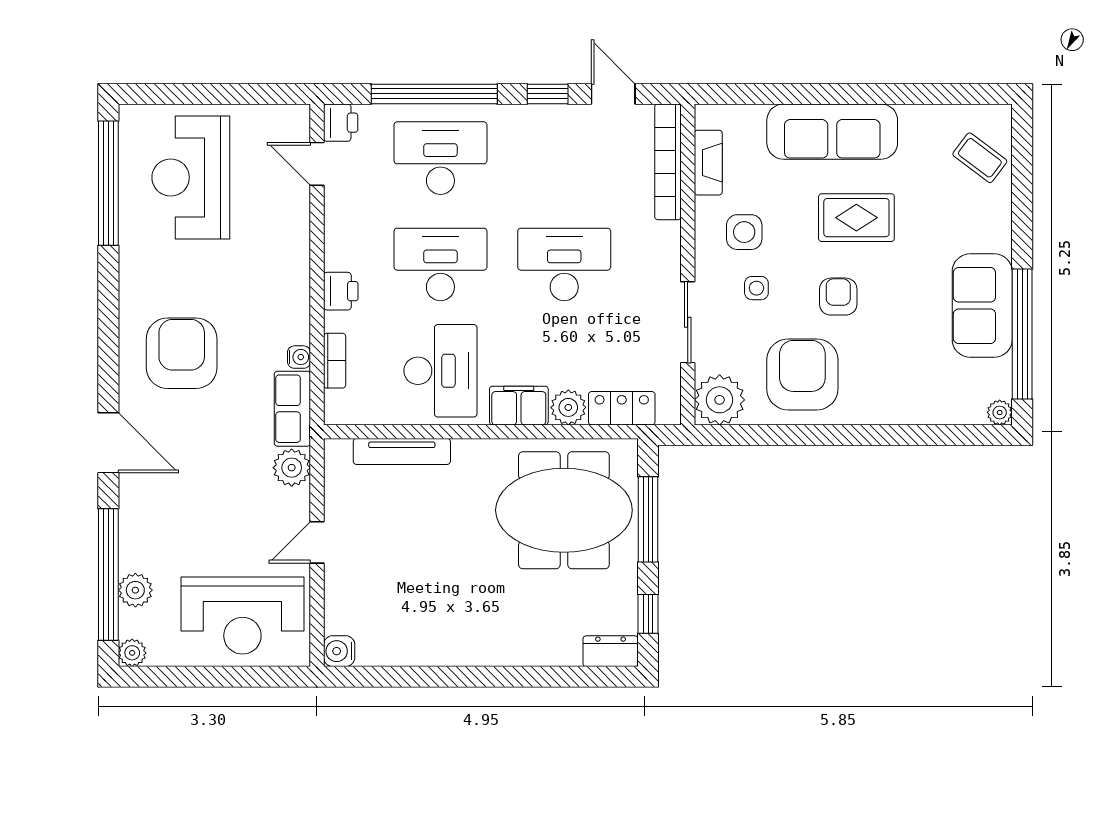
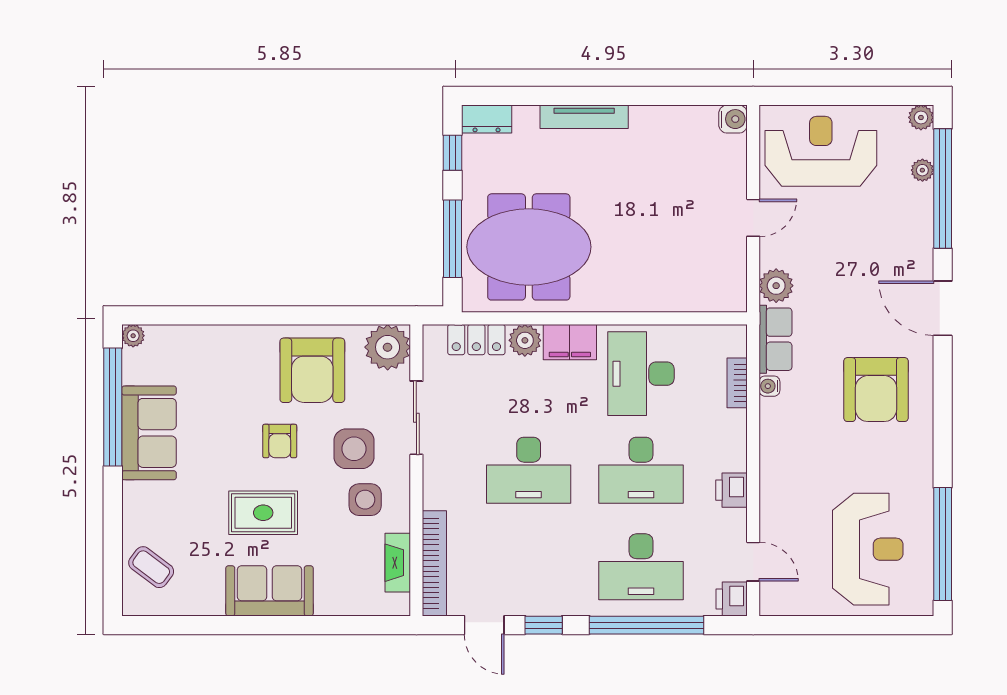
sofa: (832, 132) -> (269, 591), width x0.73
side table: (756, 288) -> (354, 449), width x1.87, depth x1.87
printer: (341, 291) -> (732, 490), moved
tv unit: (402, 451) -> (584, 117), moved, turned 180
plant: (135, 590) -> (922, 170), width x0.73, depth x0.73

